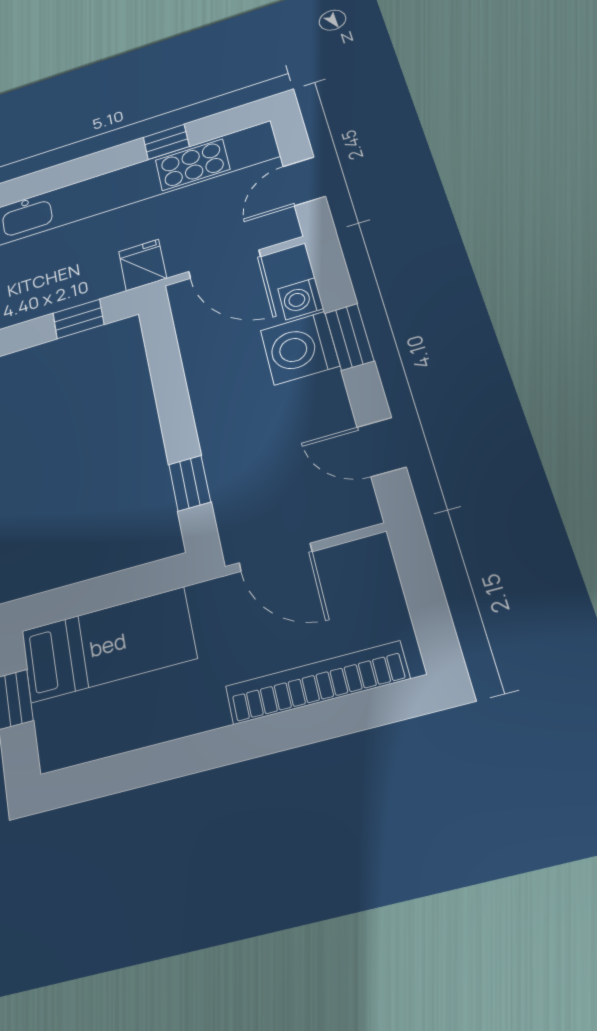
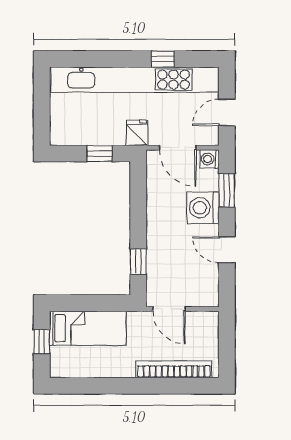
washing machine: (301, 299) -> (210, 159), moved
window: (349, 337) -> (227, 190), moved
door: (381, 447) -> (227, 250), moved

